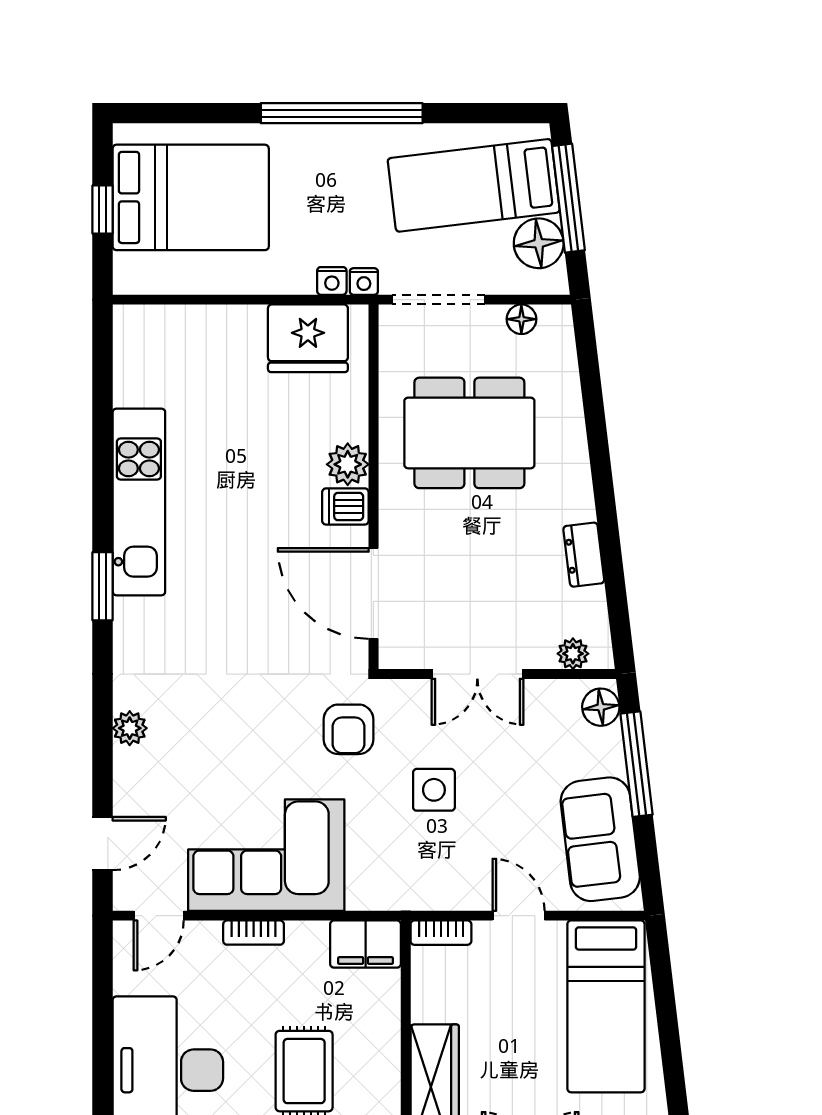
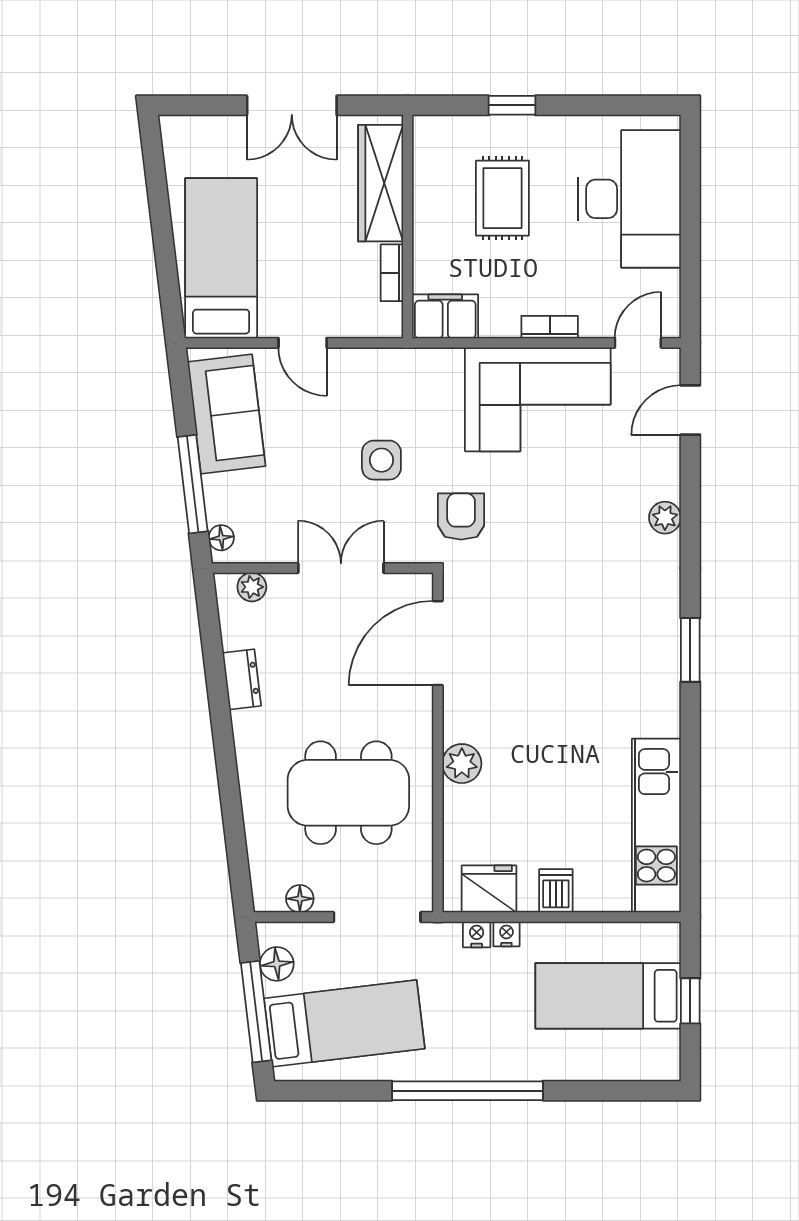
bed: (191, 197) -> (608, 996), width x0.67
floor lamp: (539, 243) -> (277, 964), width x0.73, depth x0.73
nightstand: (364, 281) -> (506, 934), moved
fridge: (308, 338) -> (489, 889), width x0.73, depth x0.75
kitchen unit: (139, 502) -> (656, 826), moved
dishwasher: (345, 506) -> (556, 891), moved, turned -90
door: (373, 593) -> (438, 643), swing flipped
floor lamp: (601, 707) -> (221, 538), width x0.73, depth x0.73
bookcase: (441, 933) -> (392, 273), moved, turned -90

